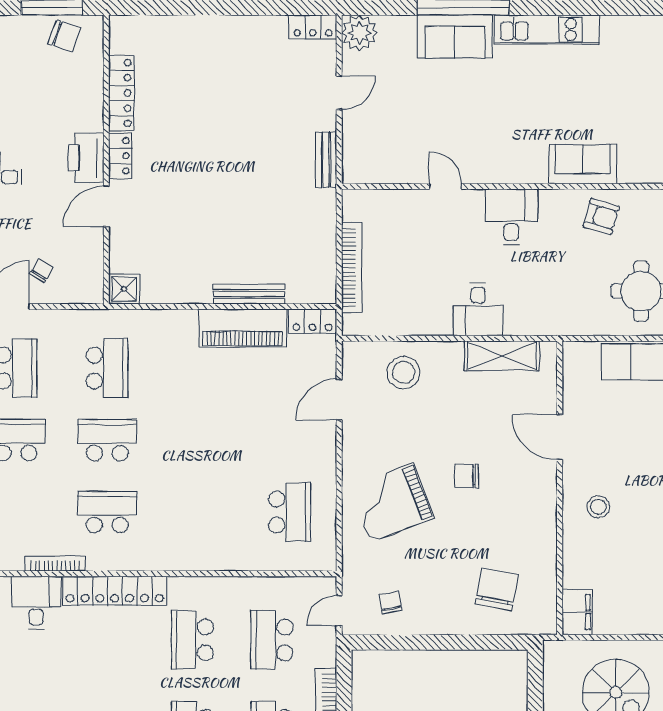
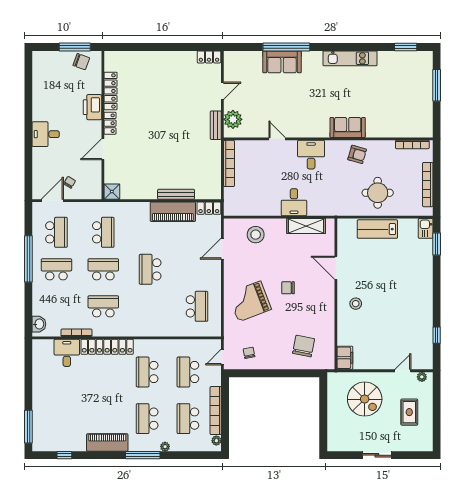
kitchen unit: (547, 30) -> (350, 58), moved
plant: (359, 33) -> (233, 119), moved
printer: (86, 158) -> (92, 107), moved
bookcase: (352, 268) -> (229, 163), moved
school desk: (198, 440) -> (150, 269), added

